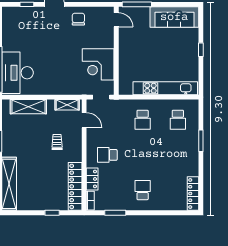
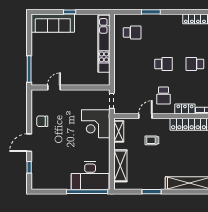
sofa: (174, 17) -> (53, 23), moved, turned 90
door: (116, 20) -> (54, 87), moved
corner desk: (98, 64) -> (96, 124), moved, turned 90
door: (84, 120) -> (145, 116), moved
school desk: (143, 120) -> (163, 64), moved

